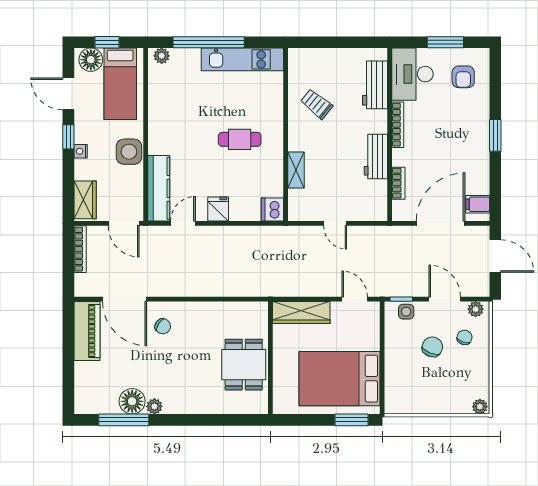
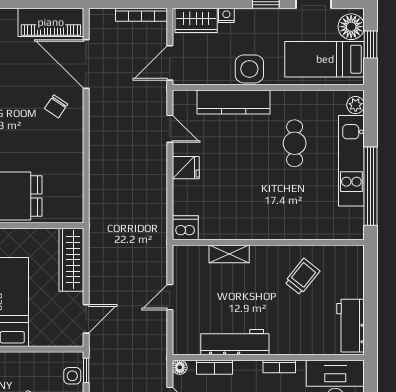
window: (209, 42) -> (371, 186), moved
kitchen unit: (242, 59) -> (351, 161), moved
workbench: (375, 85) -> (351, 326), moved, turned -90
bookcase: (398, 125) -> (279, 366), width x0.64
cafe table: (240, 139) -> (295, 143), moved
nightstand: (81, 151) -> (226, 15), moved
workbench: (376, 156) -> (235, 342), width x1.38
kitchen counter: (159, 188) -> (233, 102), moved
floor lamp: (398, 215) -> (180, 367), added
door: (125, 299) -> (86, 64), hinge flipped

